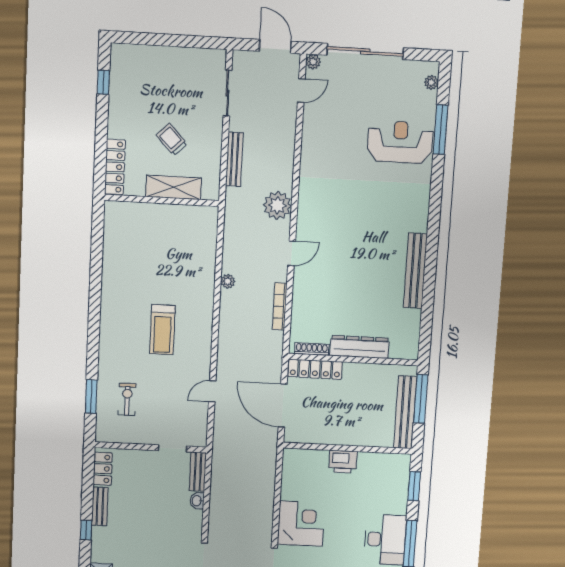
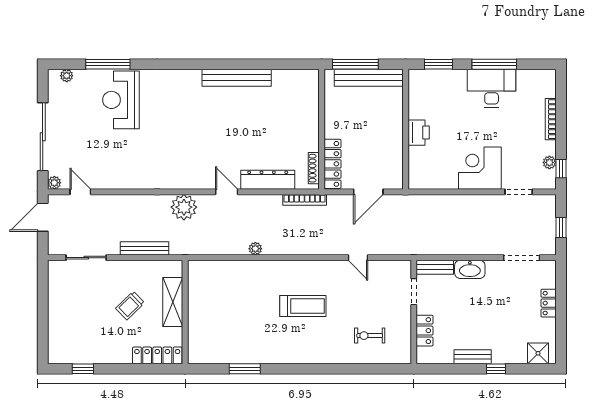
bookcase: (280, 306) -> (305, 200), moved
dresser: (359, 347) -> (268, 180), moved, turned 90
window: (91, 396) -> (245, 369), moved
door: (283, 406) -> (368, 192), width x0.73
locker: (103, 469) -> (425, 331), moved, turned 90
washbasin: (197, 501) -> (470, 269), width x1.91, depth x1.45

